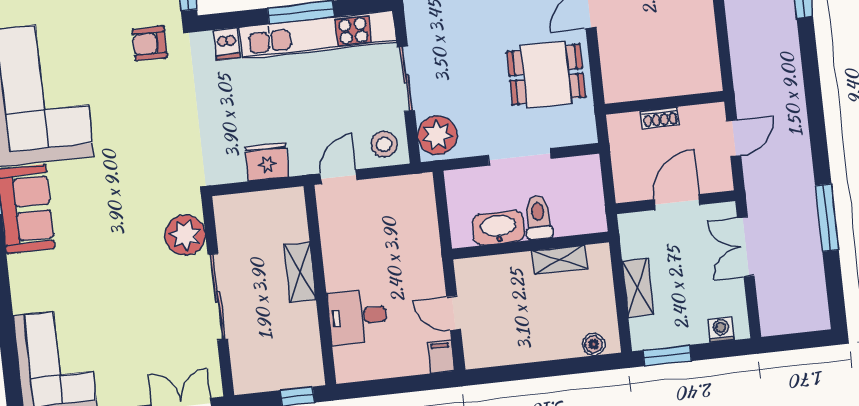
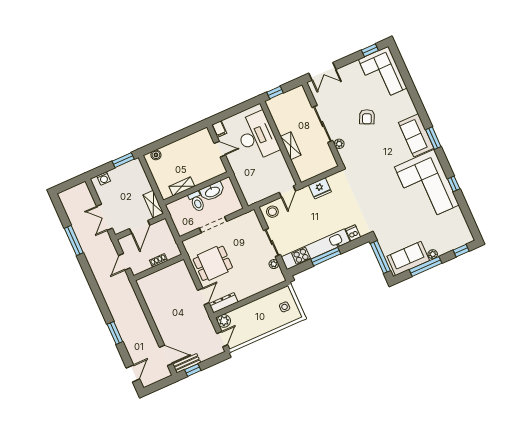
armchair: (150, 43) -> (367, 117), moved, turned 115
plant: (437, 135) -> (274, 264), moved, width x0.53, depth x0.53
plant: (185, 235) -> (339, 144), width x0.53, depth x0.53
double door: (746, 247) -> (104, 217), swing flipped
shelving: (638, 288) -> (153, 204), moved
desk: (357, 316) -> (257, 136), width x1.87, depth x1.30

